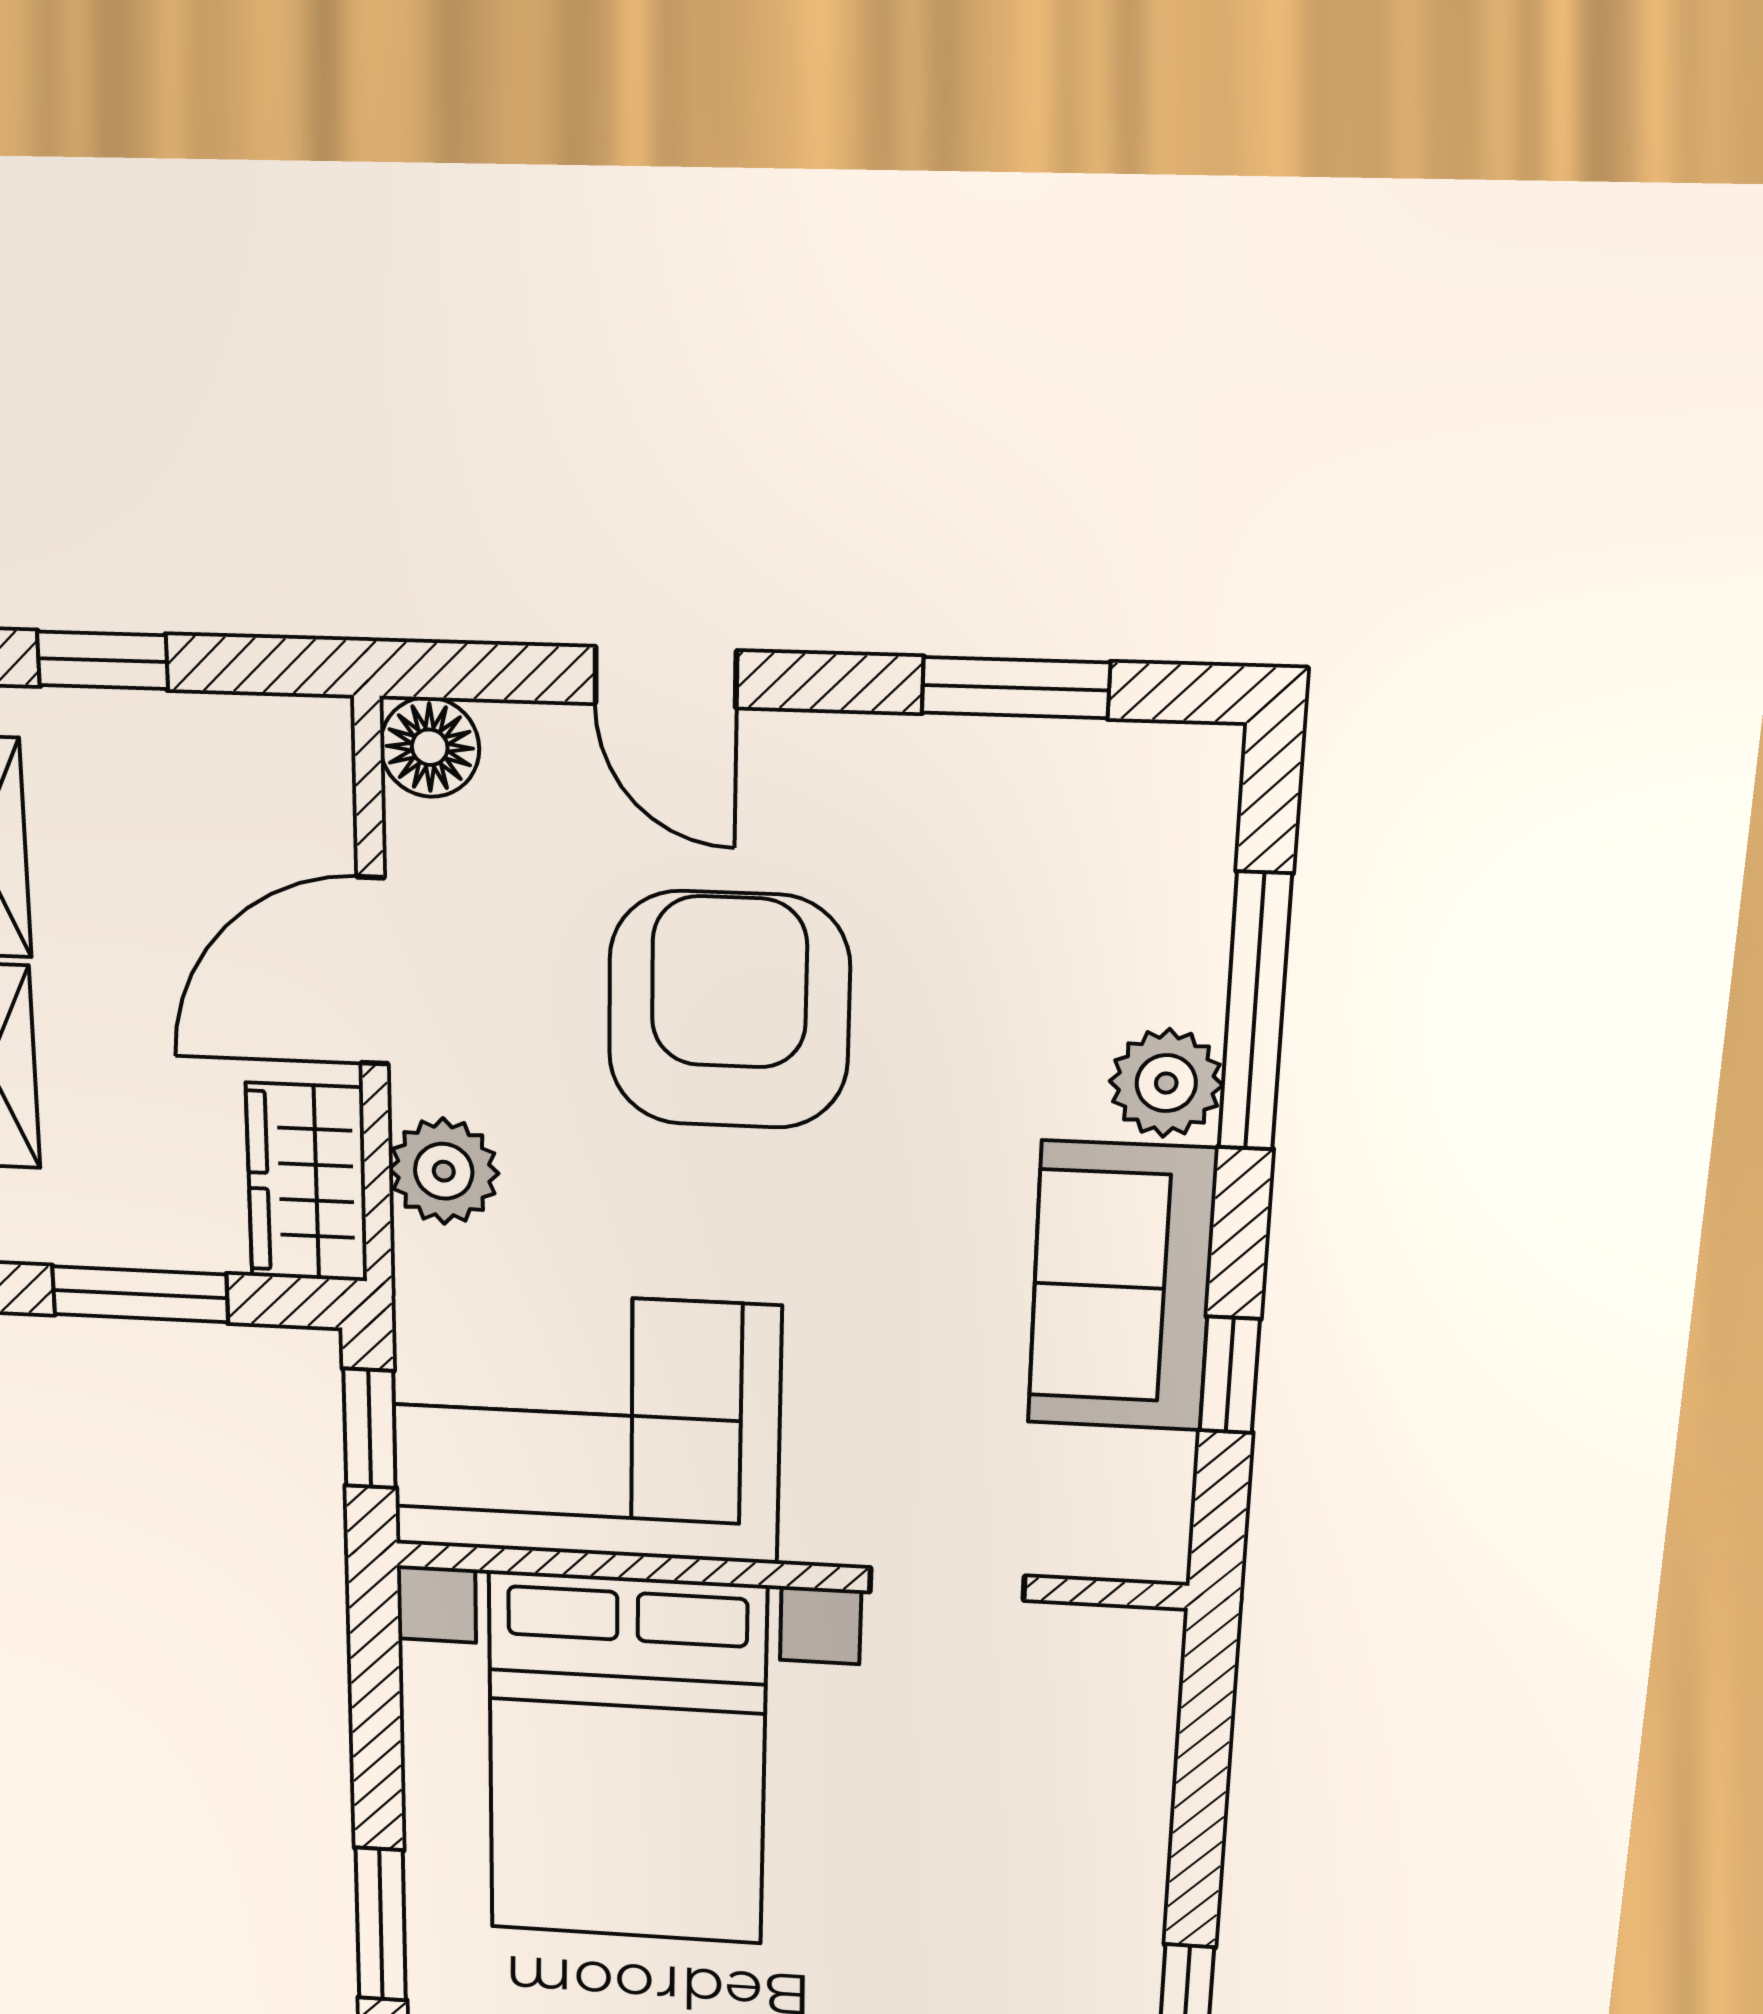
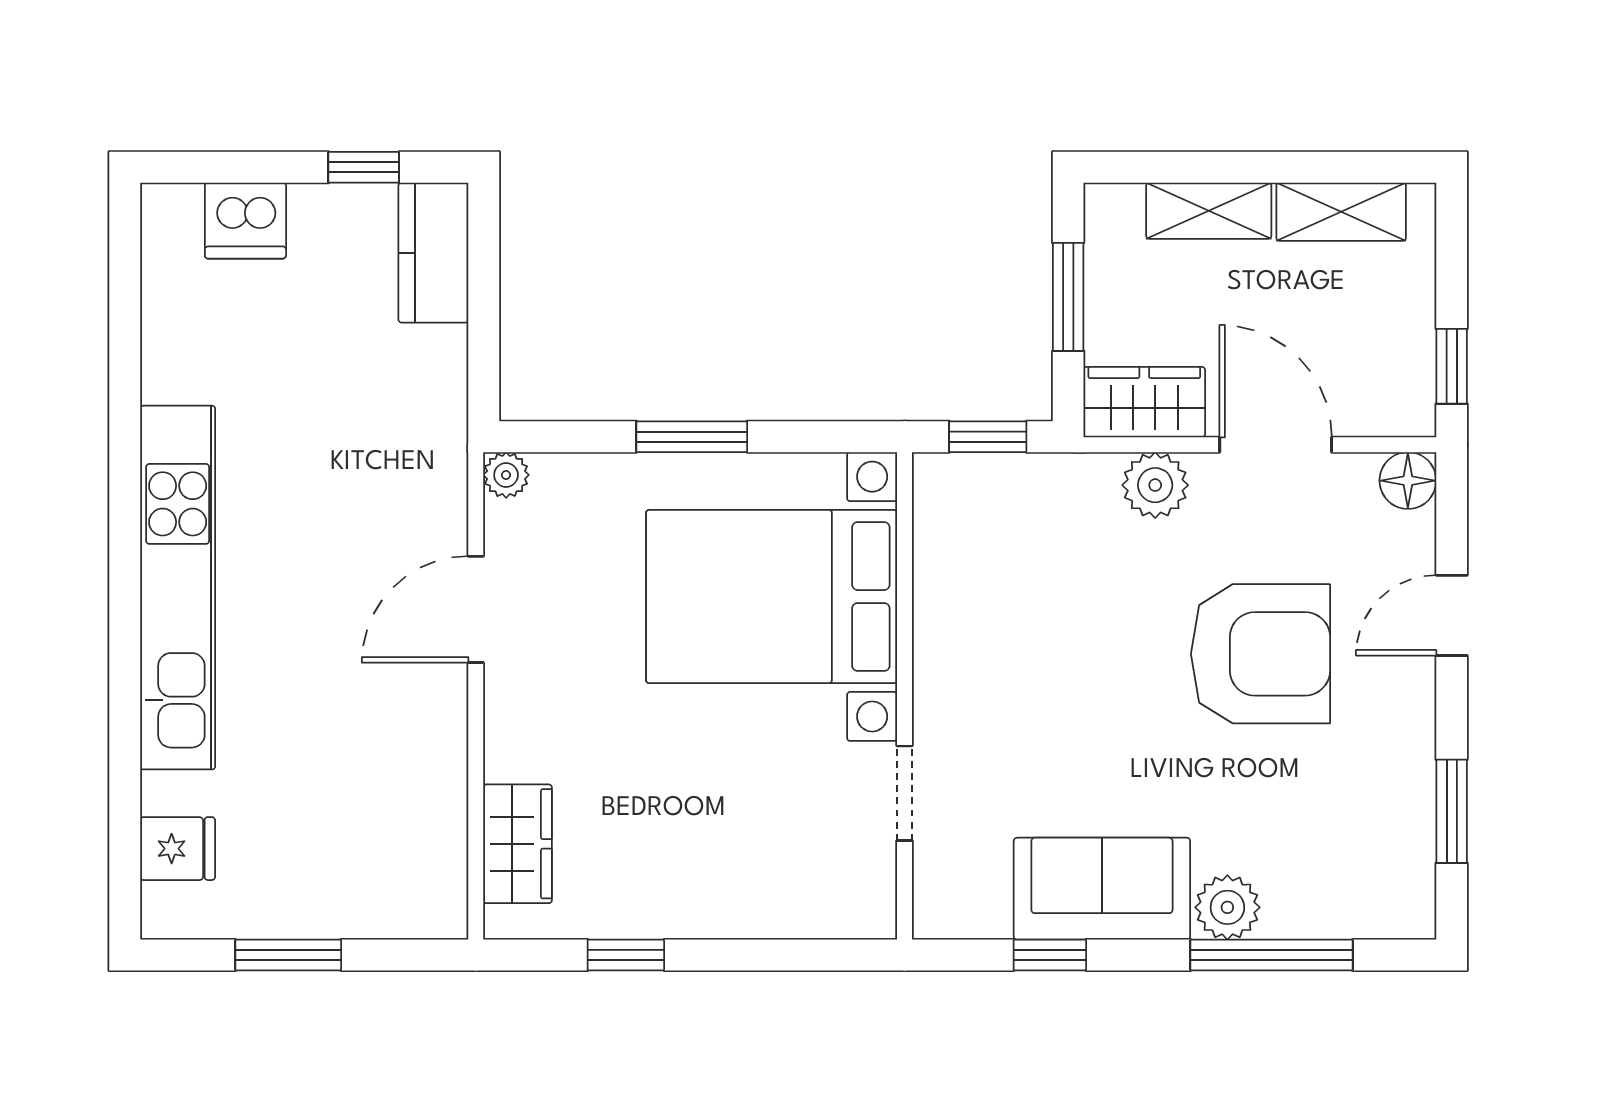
window: (103, 660) -> (1452, 366), moved
corner sofa: (586, 1426) -> (996, 570), removed
window: (381, 1924) -> (692, 437), moved

